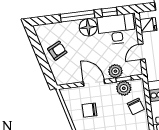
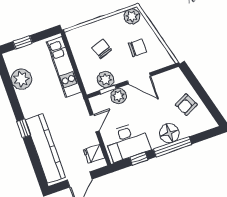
floor lamp: (88, 27) -> (169, 133), moved
chair: (136, 106) -> (102, 49), moved

